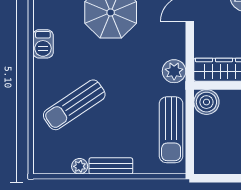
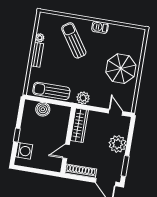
barbecue: (43, 44) -> (100, 27), moved
boiler: (206, 102) -> (43, 109), moved

